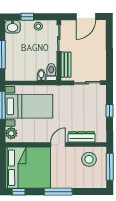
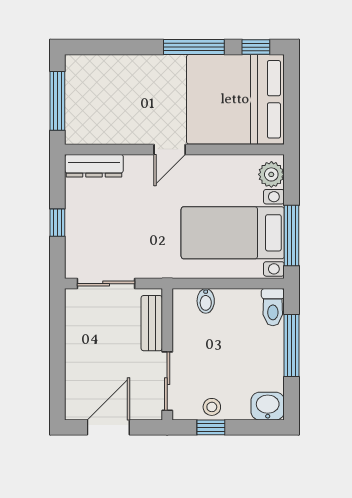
window: (27, 17) -> (211, 427), moved
toilet: (51, 72) -> (273, 307), moved
dresser: (82, 137) -> (94, 166), moved
stool: (89, 159) -> (102, 117), removed
window: (58, 192) -> (194, 47), moved

